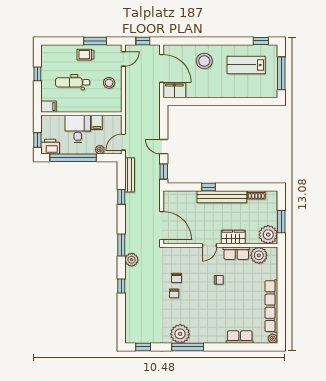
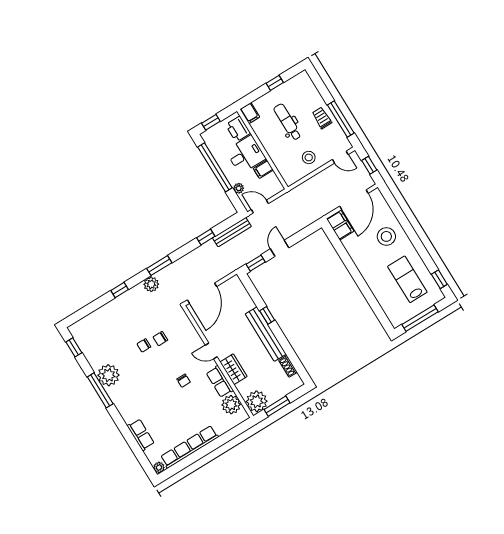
window: (95, 41) -> (341, 119), width x1.44
printer: (50, 147) -> (238, 129), moved, turned 180

